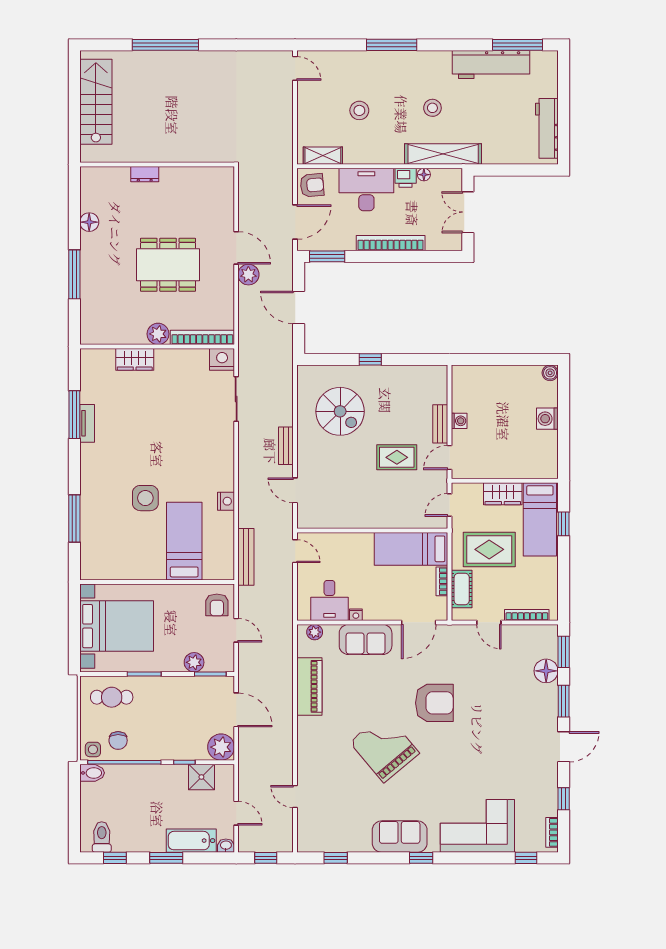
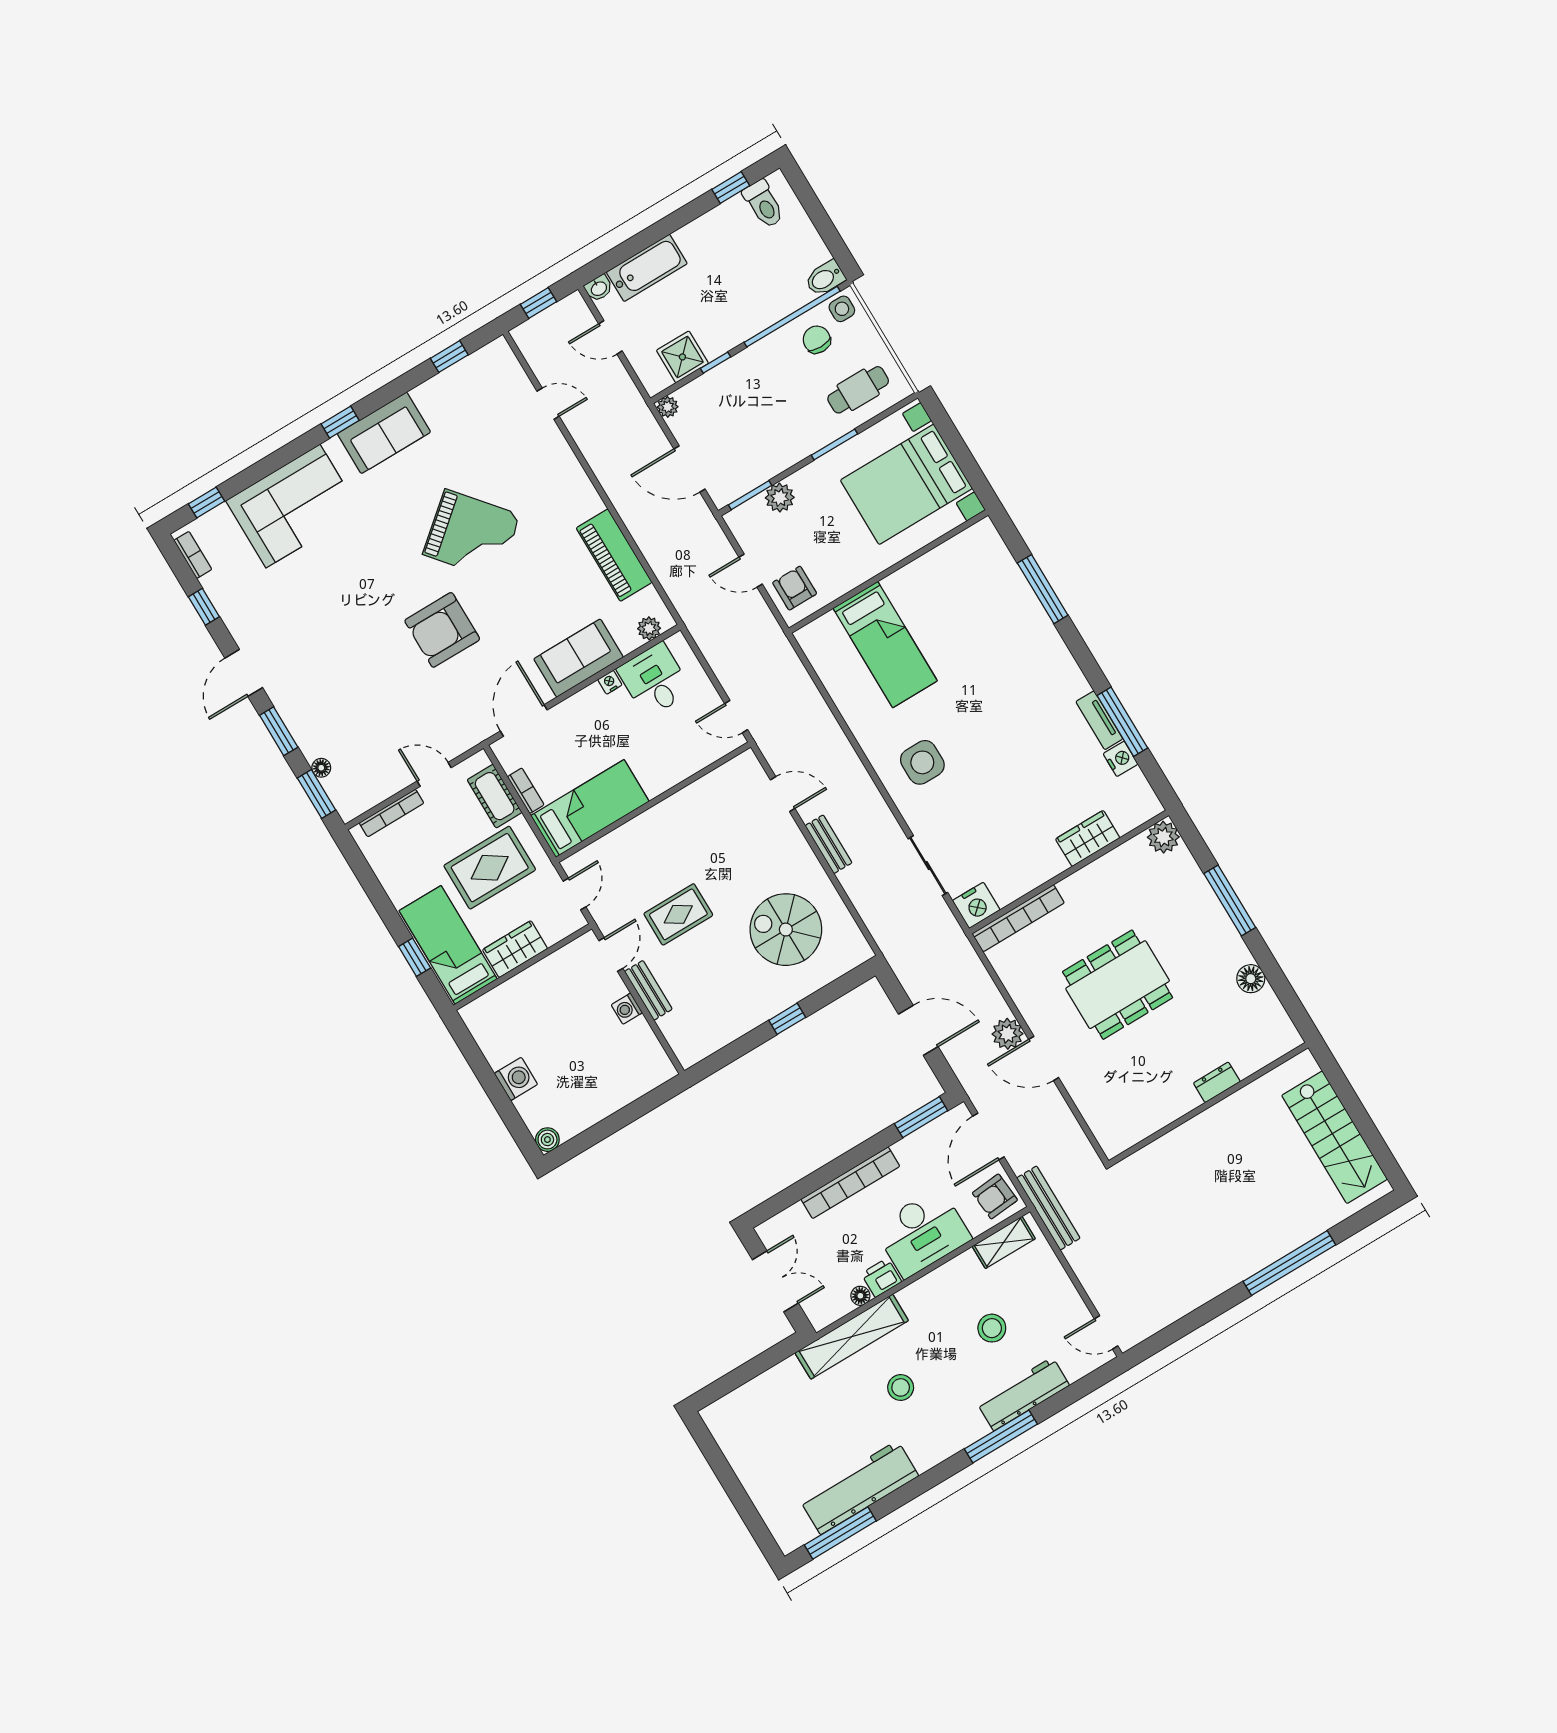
workbench: (547, 128) -> (1023, 1394), moved, turned -90
plant: (158, 334) -> (1163, 837), moved
side table: (145, 498) -> (922, 762), moved
nightstand: (226, 501) -> (1120, 759), moved, turned 180
bench: (246, 557) -> (1048, 1208), moved
floor lamp: (546, 671) -> (321, 768), width x0.53, depth x0.53
plant: (221, 747) -> (668, 407), width x0.53, depth x0.53
window: (166, 858) -> (665, 227), removed

